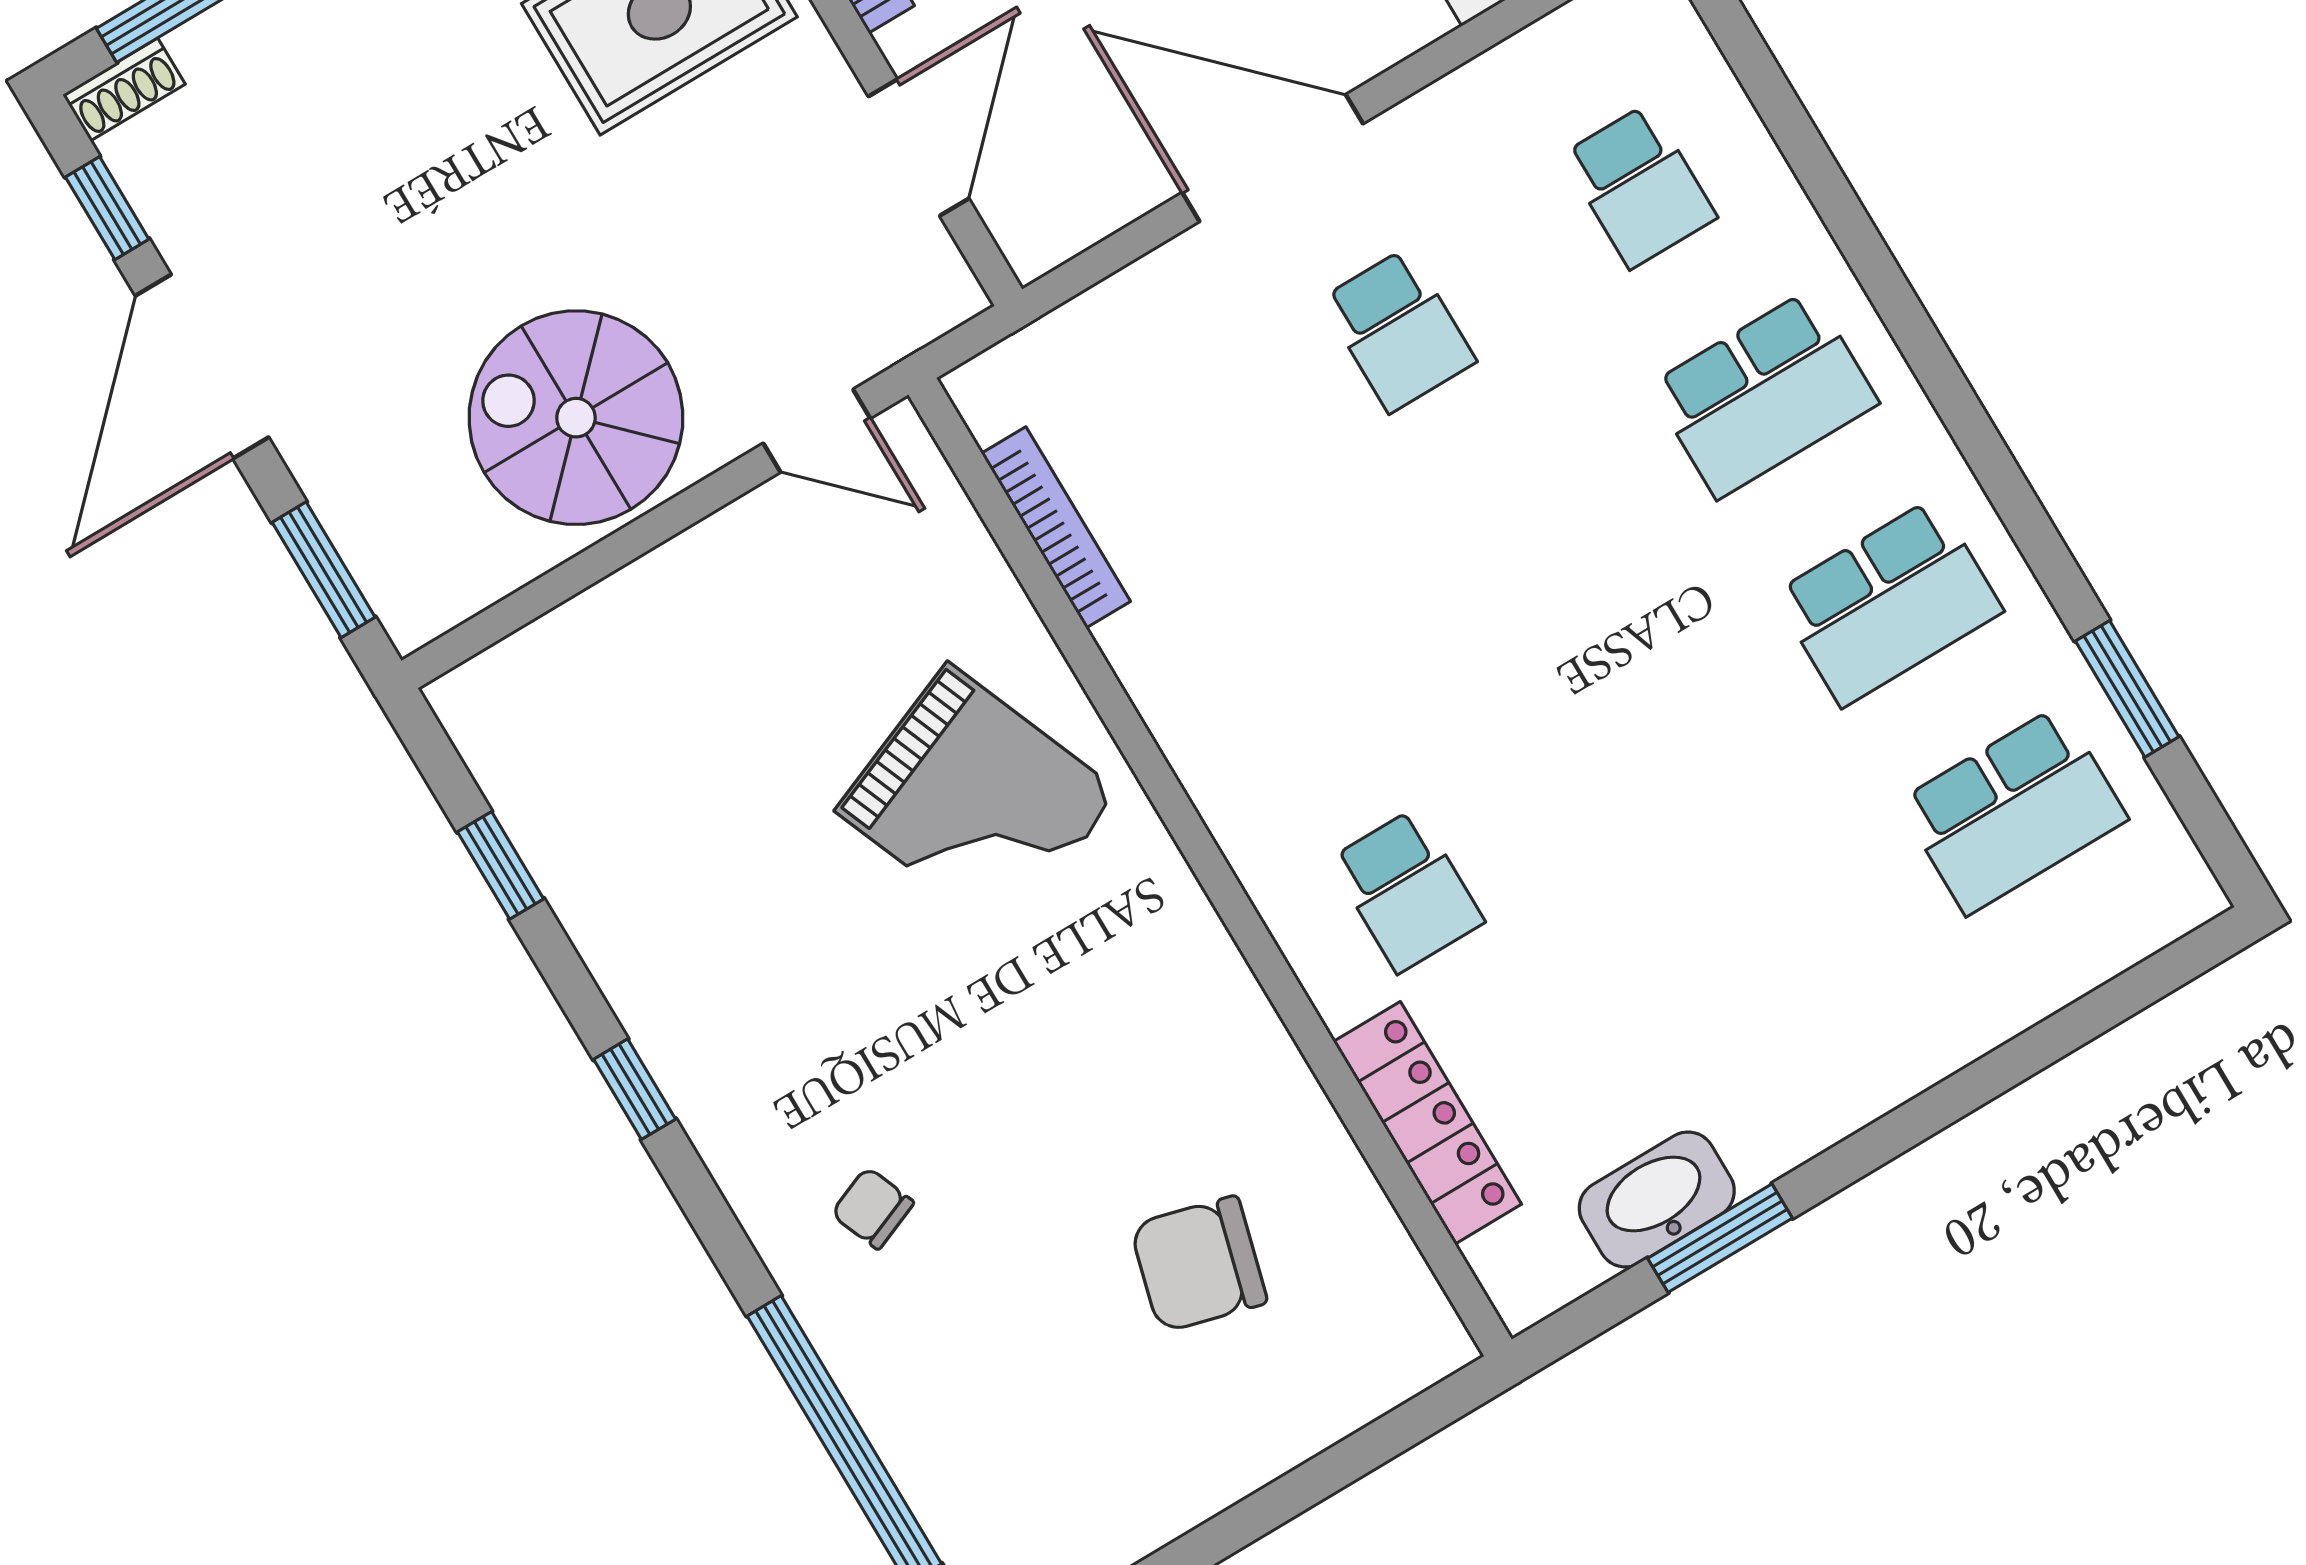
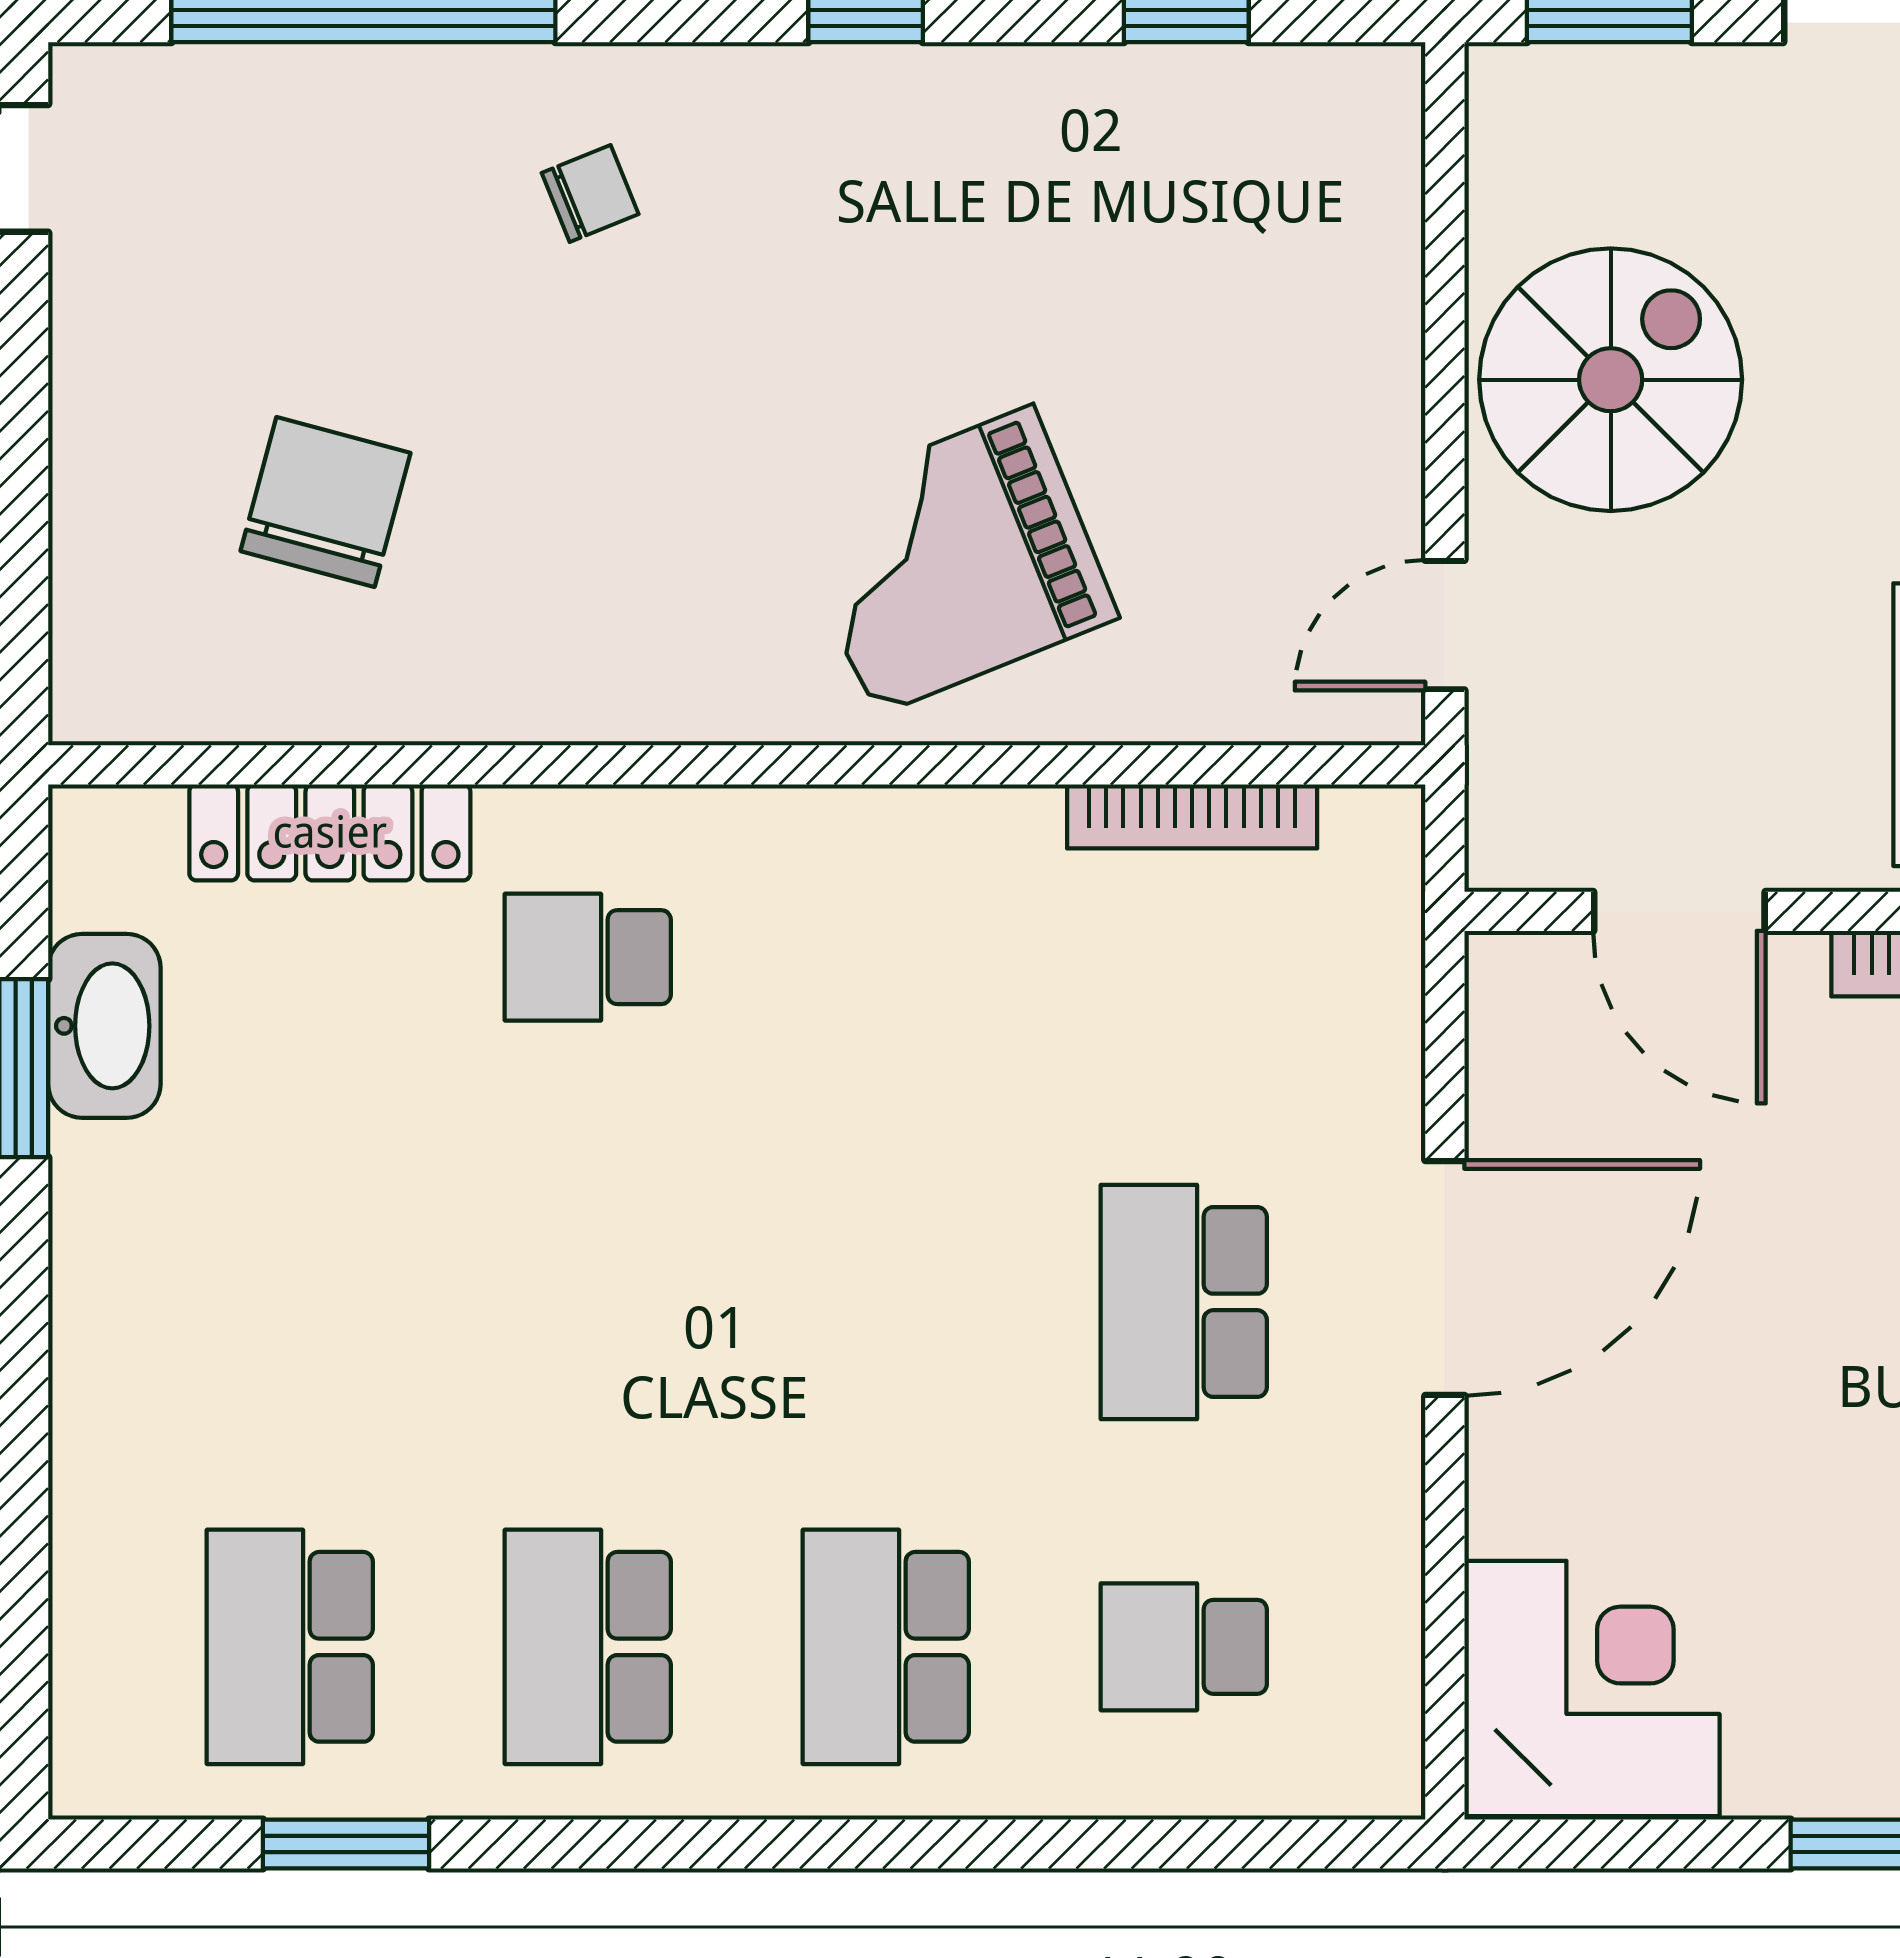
school desk: (1398, 330) -> (1184, 1302), width x1.85

